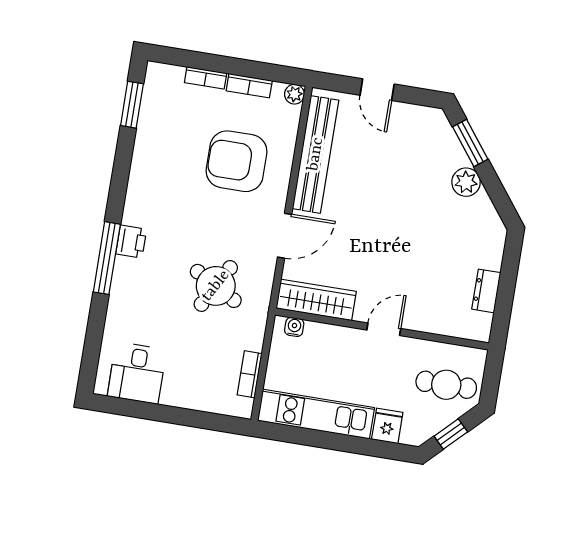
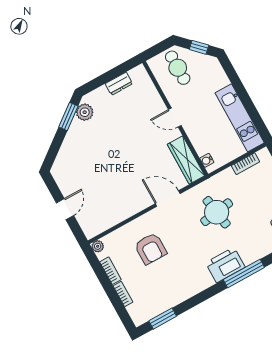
window: (470, 143) -> (68, 117), moved
bench: (316, 154) -> (118, 214), removed
armchair: (237, 161) -> (151, 249), width x0.73, depth x0.73
plant: (466, 182) -> (85, 112), moved
printer: (131, 242) -> (225, 265), width x1.87, depth x1.48
round table: (216, 286) -> (217, 212), turned -38
fridge: (387, 426) -> (219, 80), removed

